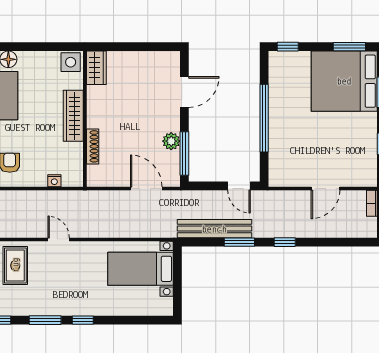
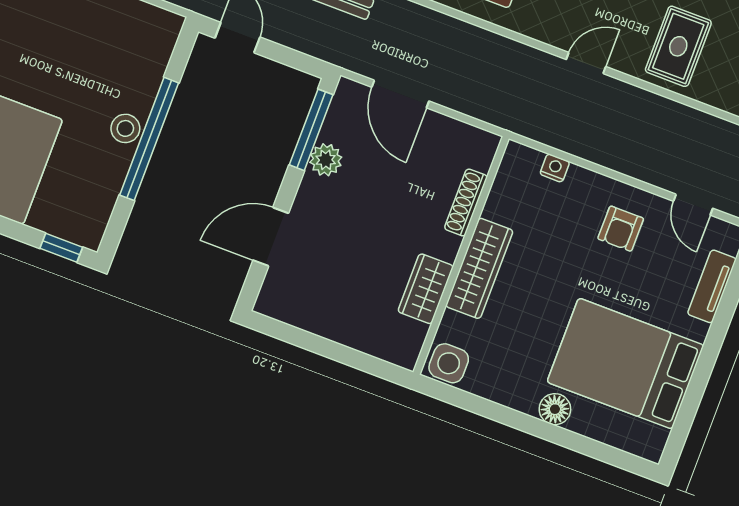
wardrobe: (96, 68) -> (426, 289), moved
stool: (278, 119) -> (125, 128), added
door: (59, 239) -> (586, 63), swing flipped

